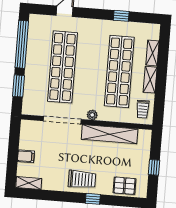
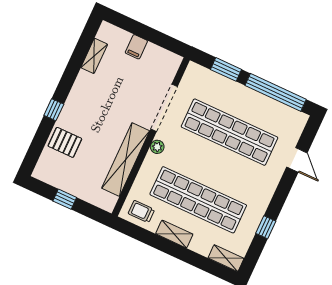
shelving: (152, 53) -> (226, 258), moved
trolley: (82, 179) -> (83, 105), removed
shelving: (29, 183) -> (94, 56), moved
pallet: (124, 186) -> (65, 142), moved, turned 90

